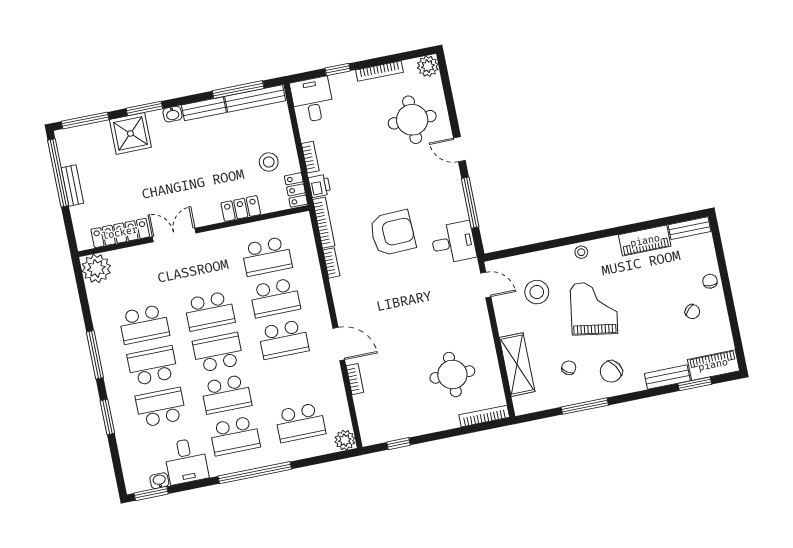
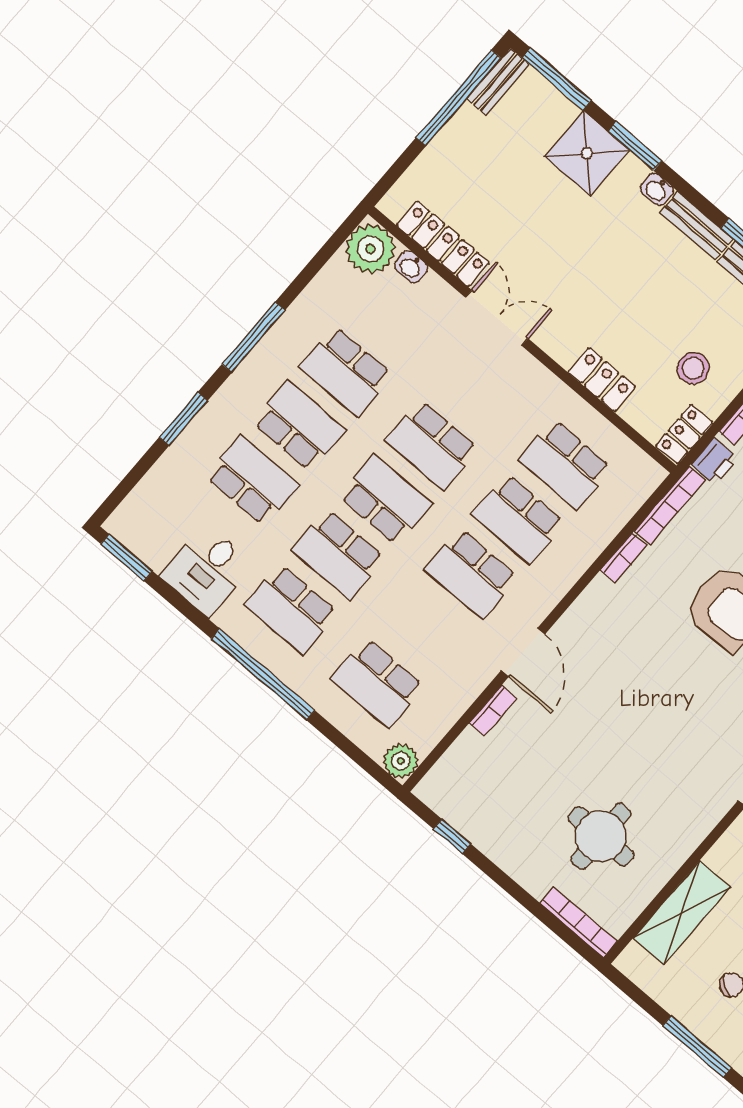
bench: (72, 185) -> (498, 82), moved
washbasin: (159, 481) -> (411, 267), moved, turned 180

